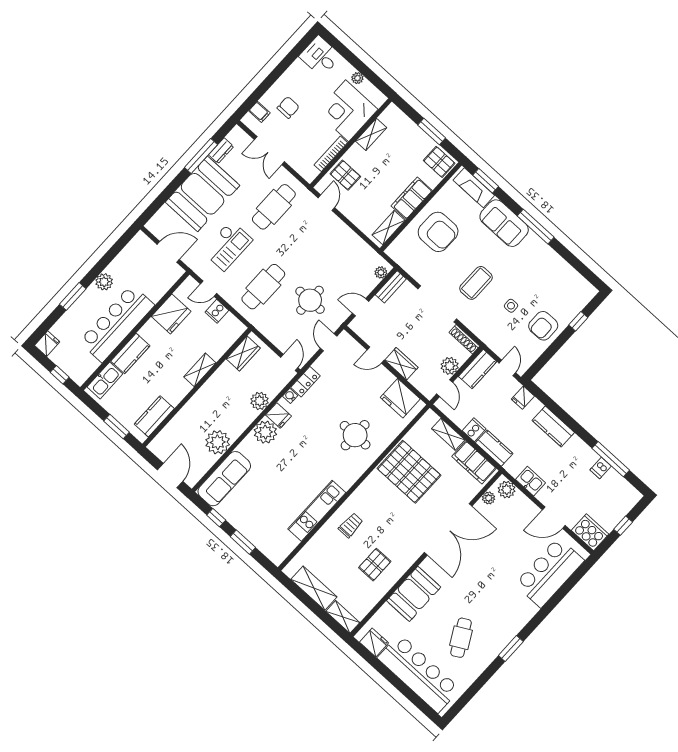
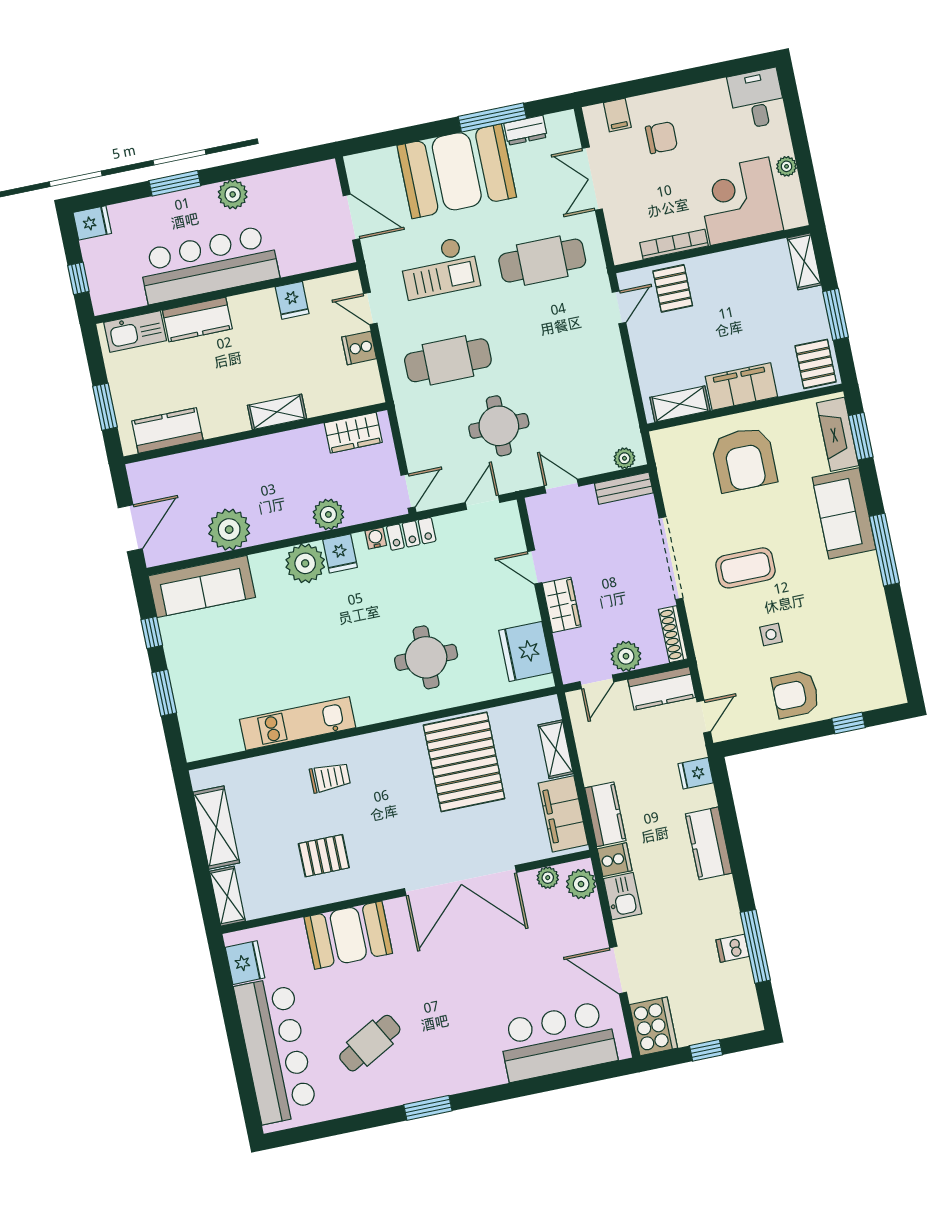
shelving: (371, 134) -> (804, 261), moved, turned 90
fridge: (171, 314) -> (292, 300), width x0.53, depth x0.75
cooker: (474, 430) -> (615, 860), moved

